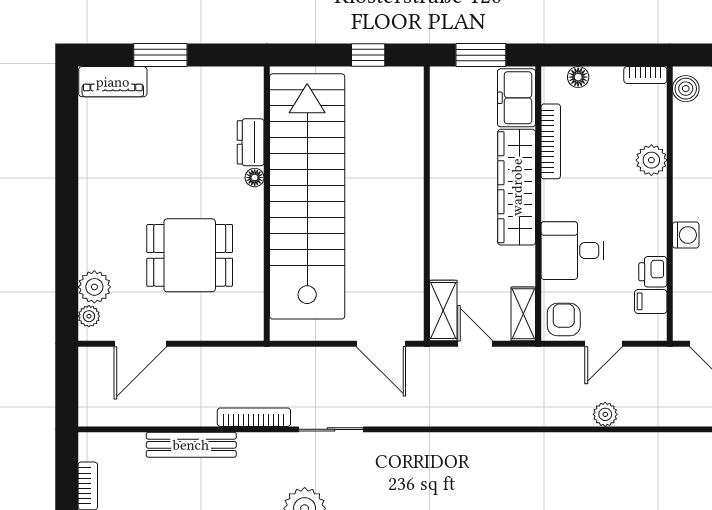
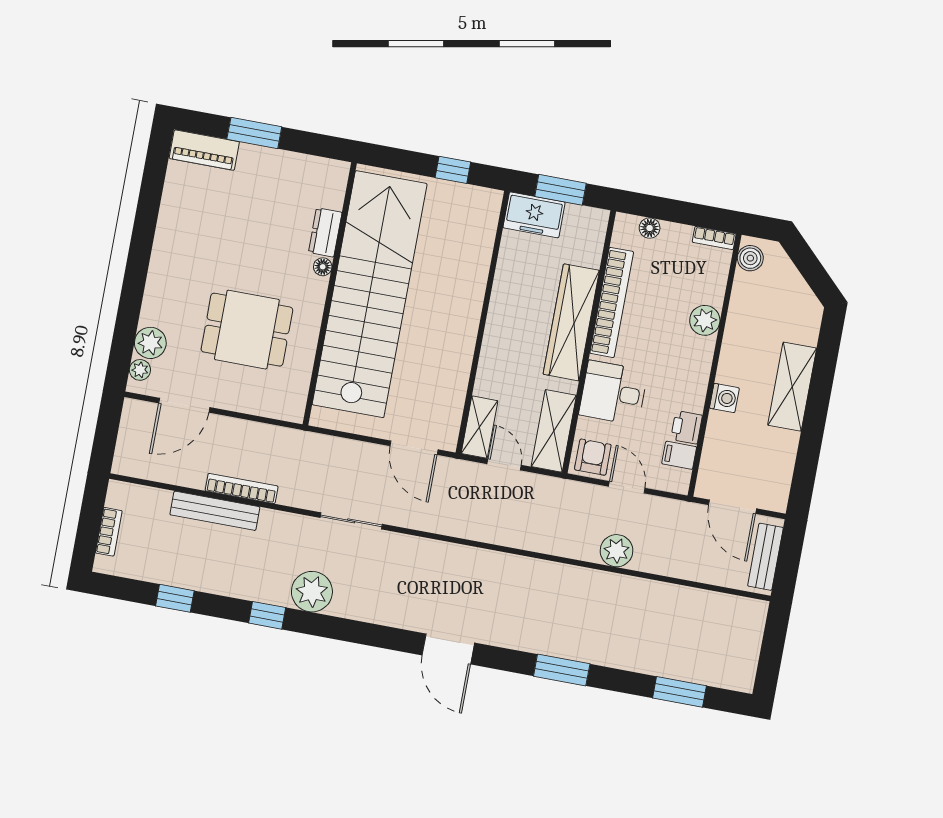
freezer: (516, 98) -> (534, 215), moved, turned -90
bookcase: (551, 141) -> (612, 302), width x1.48, depth x1.31
shelving: (523, 314) -> (554, 431), width x1.50, depth x1.33
door: (604, 344) -> (627, 487), swing flipped
plant: (605, 414) -> (617, 551), width x1.38, depth x1.38
bookcase: (254, 417) -> (242, 488), moved

